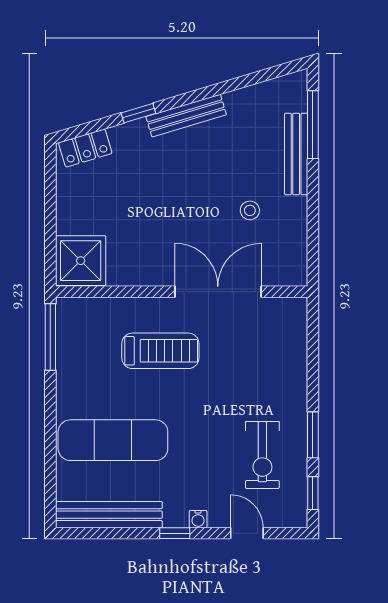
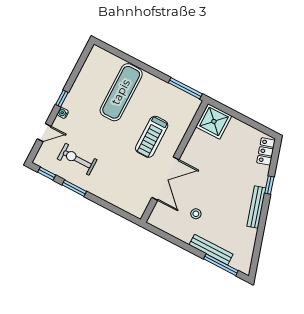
bench: (109, 515) -> (87, 72), removed

